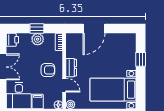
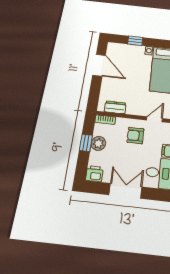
door: (94, 29) -> (99, 65), moved
dresser: (71, 68) -> (115, 107), moved
armchair: (48, 70) -> (135, 136), turned -90

